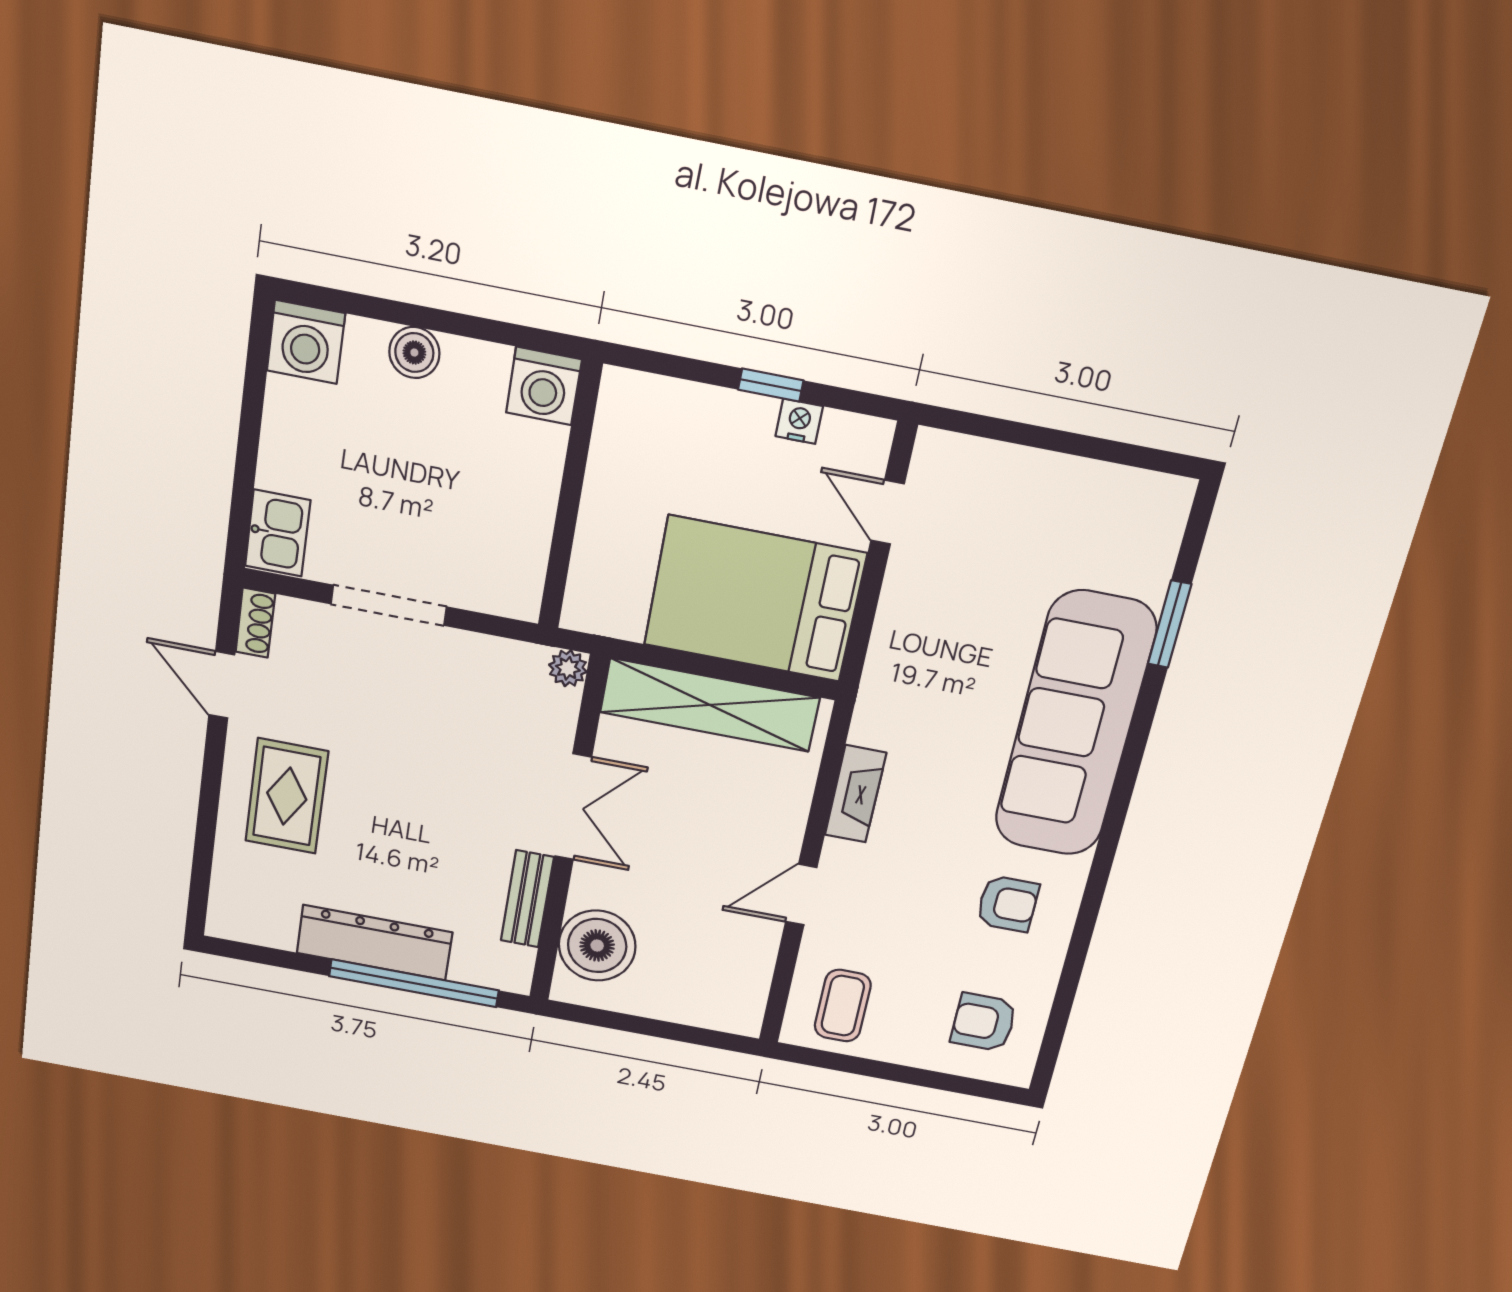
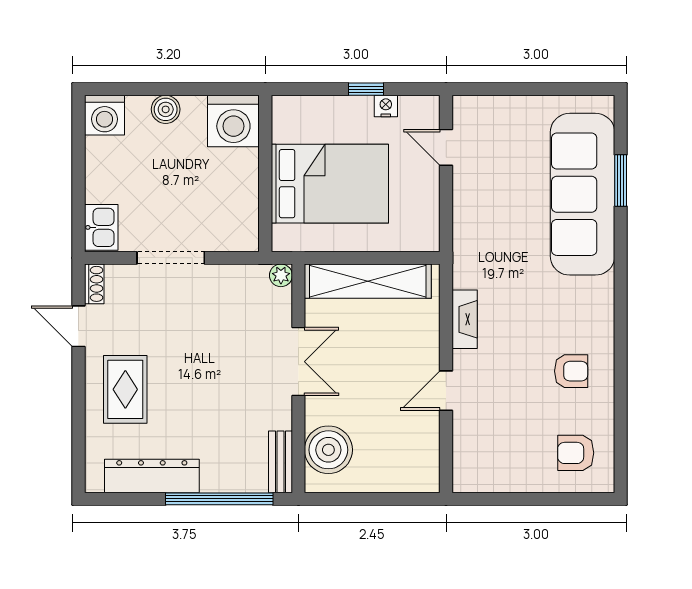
washing machine: (544, 386) -> (233, 121), width x1.37, depth x1.37
bed: (755, 599) -> (330, 184), moved, turned 180
sofa: (1075, 725) -> (583, 194), moved
bench: (527, 899) -> (281, 462), moved
dresser: (375, 943) -> (152, 476), moved
coffee table: (843, 1006) -> (487, 459), removed

